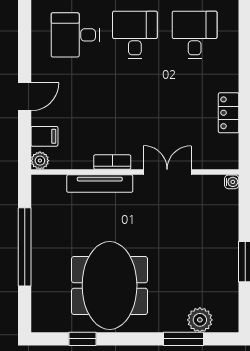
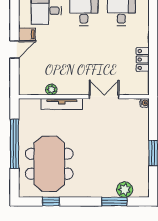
filing cabinet: (44, 136) -> (27, 34), moved
plant: (40, 161) -> (51, 90), moved
bookcase: (112, 162) -> (70, 90), removed
meeting table: (110, 285) -> (49, 164), moved

